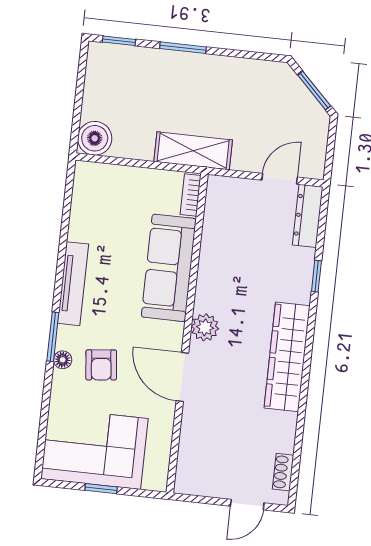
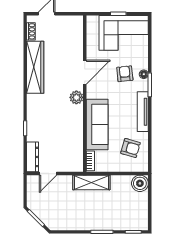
armchair: (106, 212) -> (131, 148), added
wardrobe: (287, 357) -> (35, 67), moved
door: (182, 377) -> (85, 72), hinge flipped

